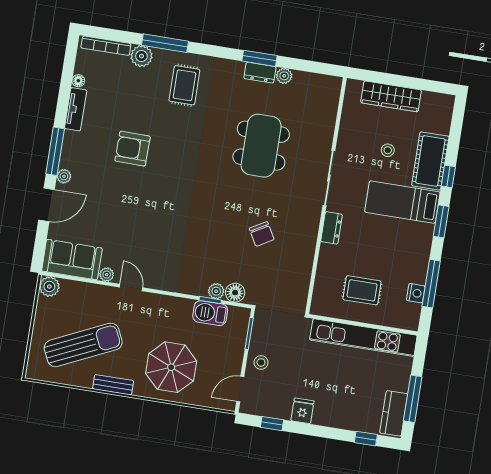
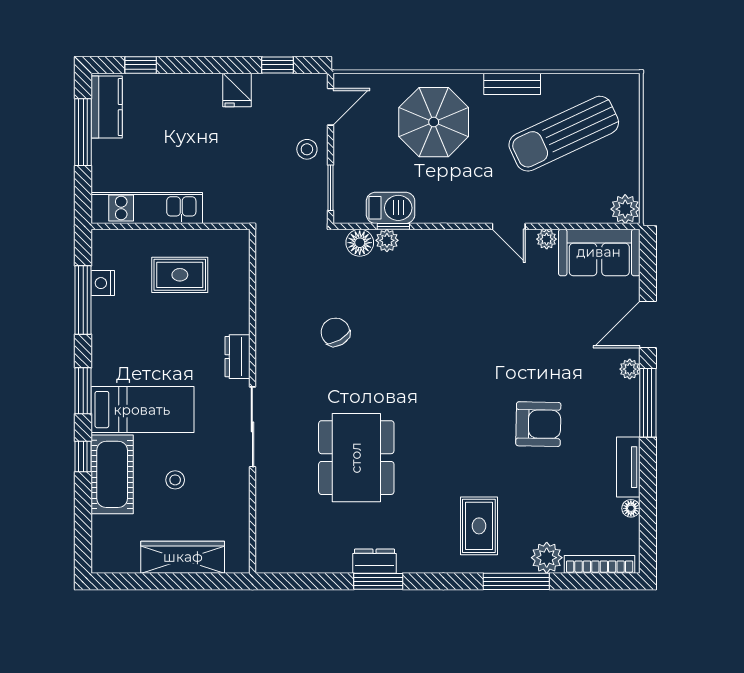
plant: (284, 76) -> (339, 562), removed
kitchen unit: (363, 338) -> (147, 208), width x0.73

